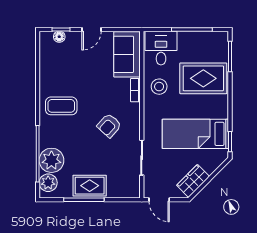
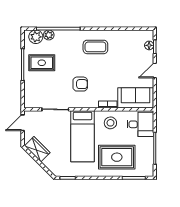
door: (92, 29) -> (155, 70), hinge flipped
rug: (203, 78) -> (117, 157), turned 90
coffee table: (61, 106) -> (95, 47), turned 90
armchair: (109, 126) -> (80, 84), turned 138
bed: (195, 134) -> (83, 136), moved, turned 180
plant: (51, 160) -> (49, 35), width x0.53, depth x0.53
rug: (90, 186) -> (42, 63), moved, turned 90

